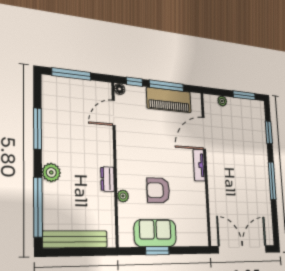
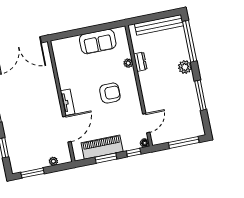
window: (167, 86) -> (106, 158), width x0.69
dresser: (108, 179) -> (140, 62), moved
armchair: (158, 190) -> (110, 93), moved
window: (157, 251) -> (94, 29), removed

